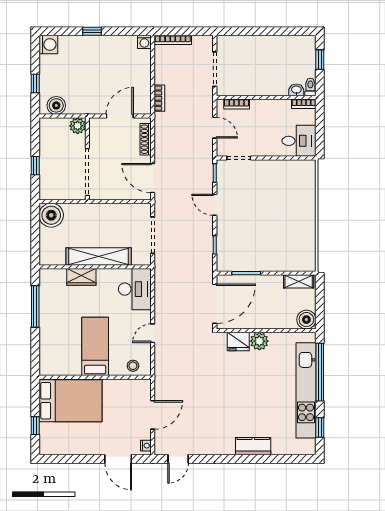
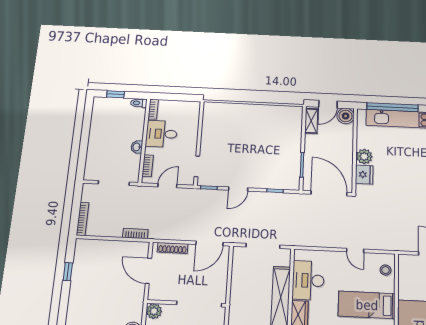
window: (92, 31) -> (68, 272), moved
washing machine: (144, 42) -> (81, 245), removed
washbasin: (296, 90) -> (137, 147), moved
desk: (299, 141) -> (161, 134), moved, turned -90
desk: (135, 289) -> (308, 280), moved, turned -90
door: (320, 299) -> (328, 104), added

